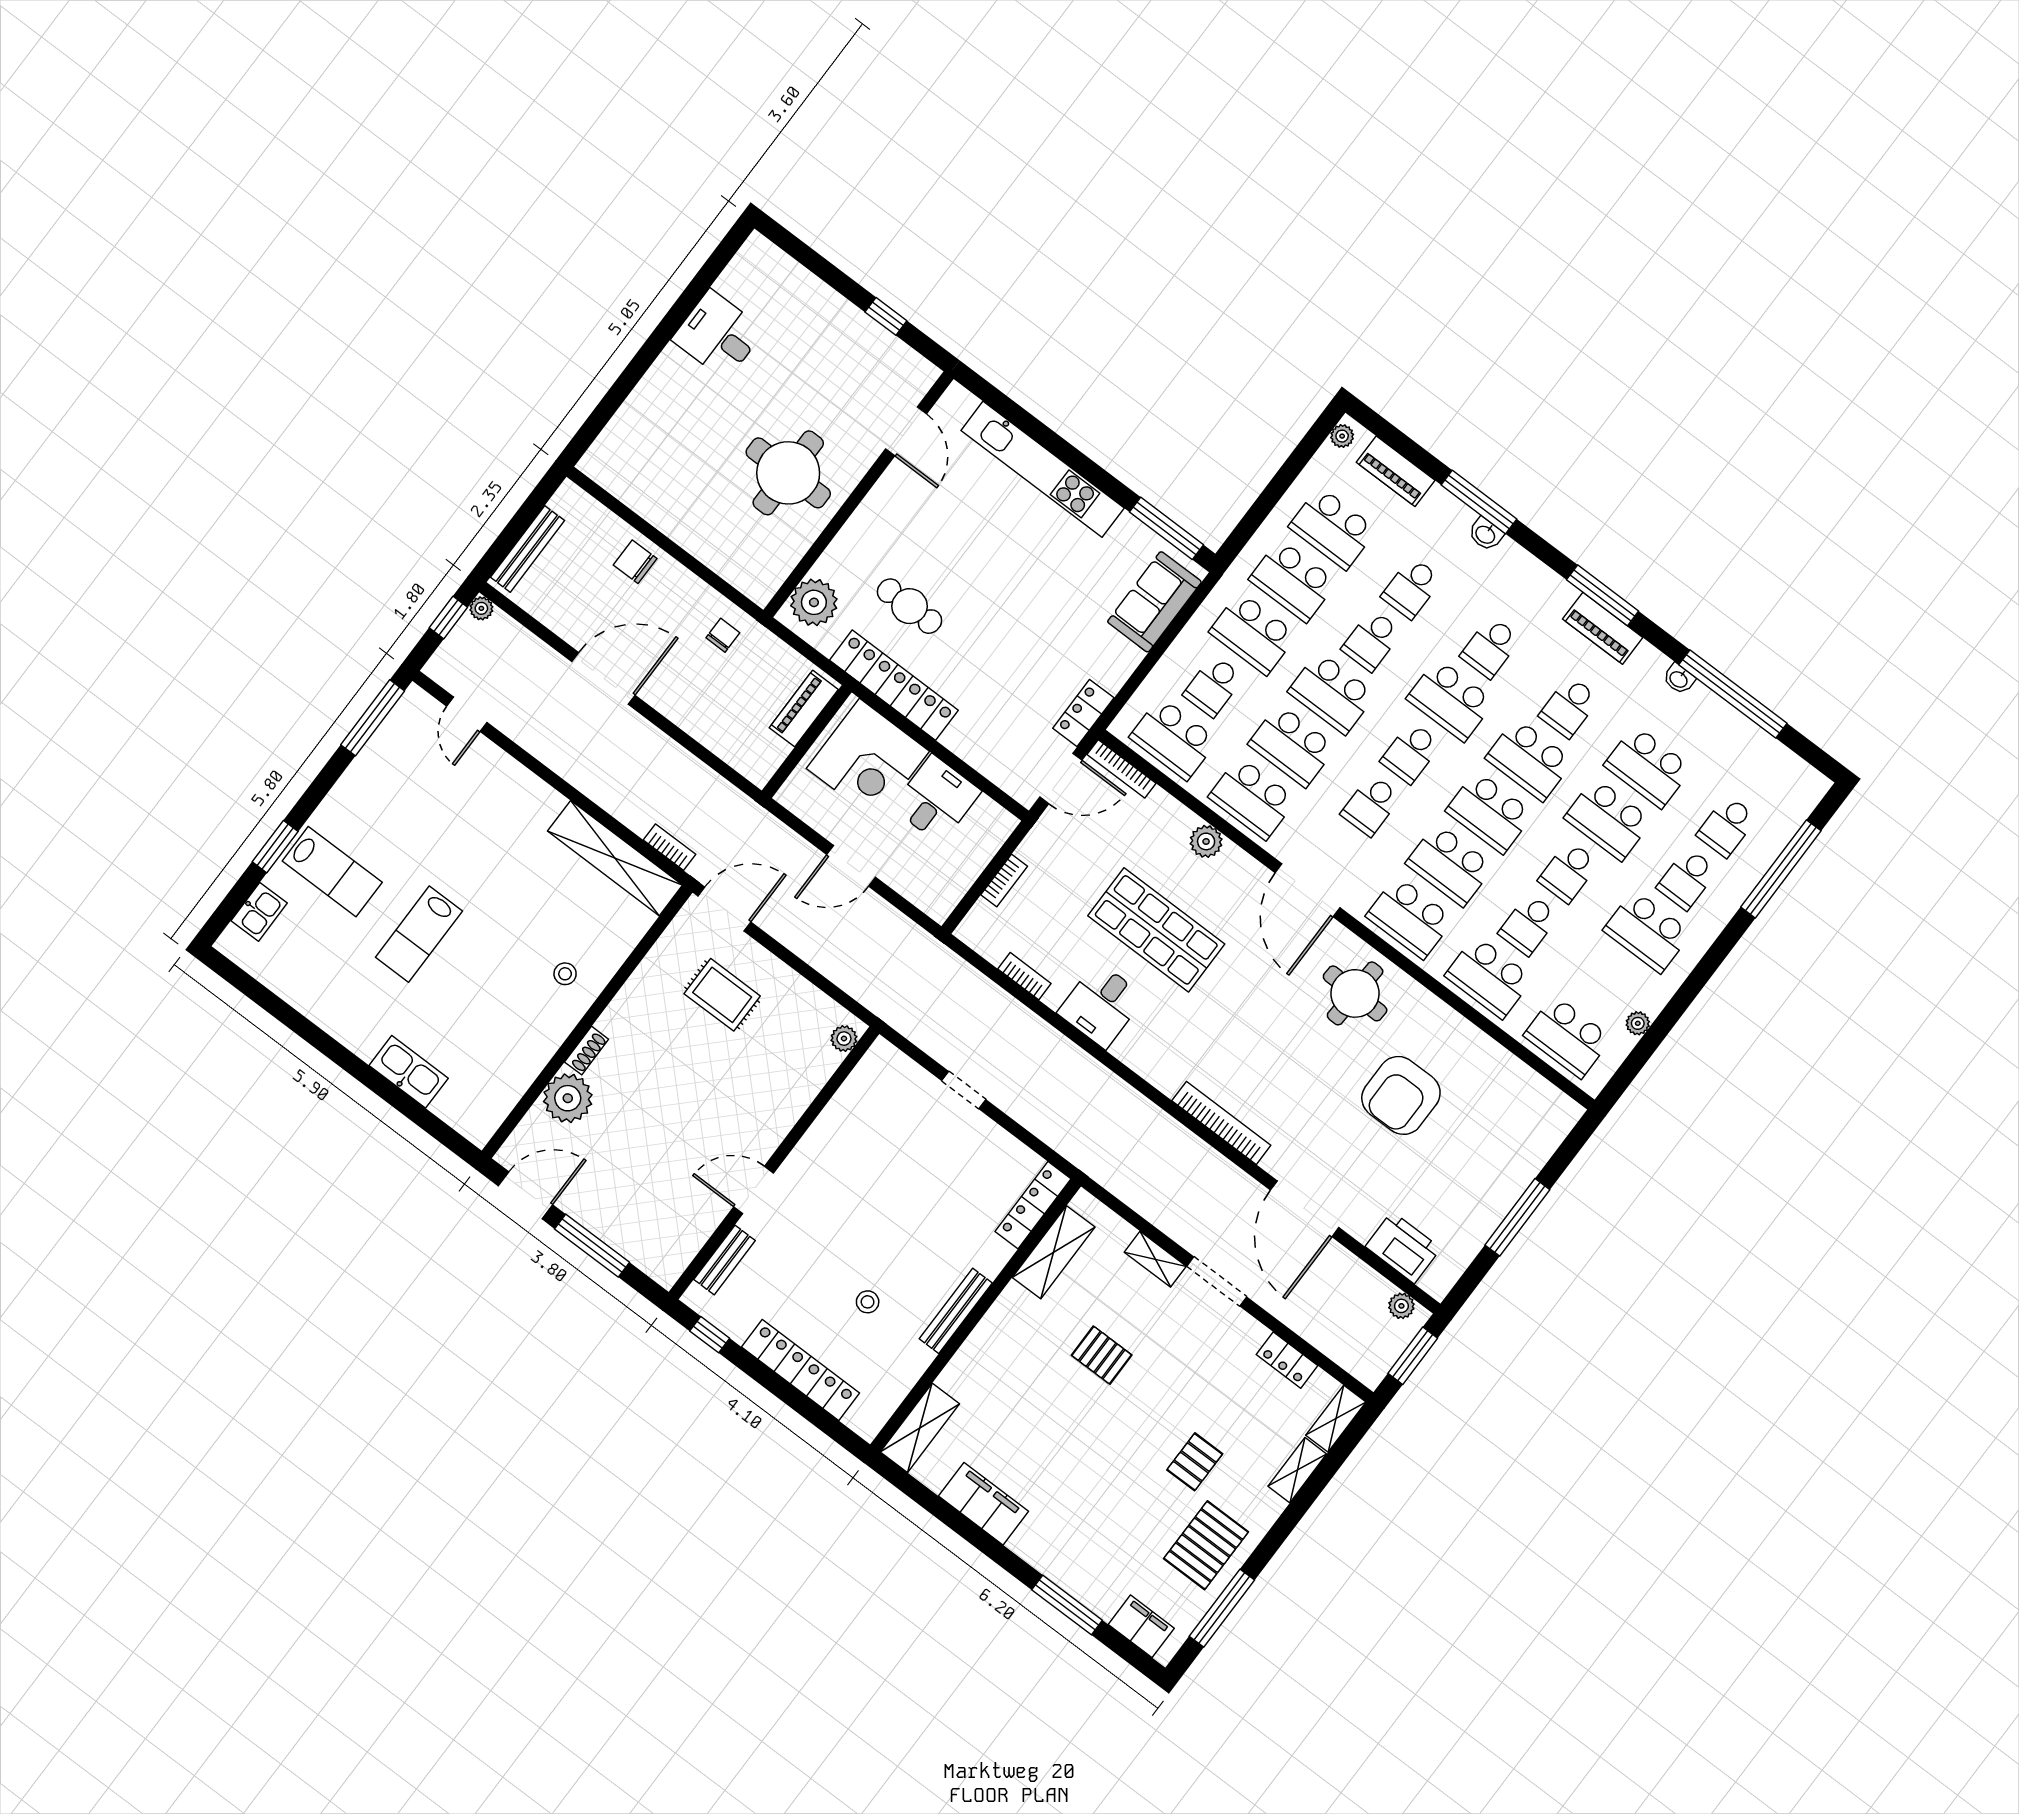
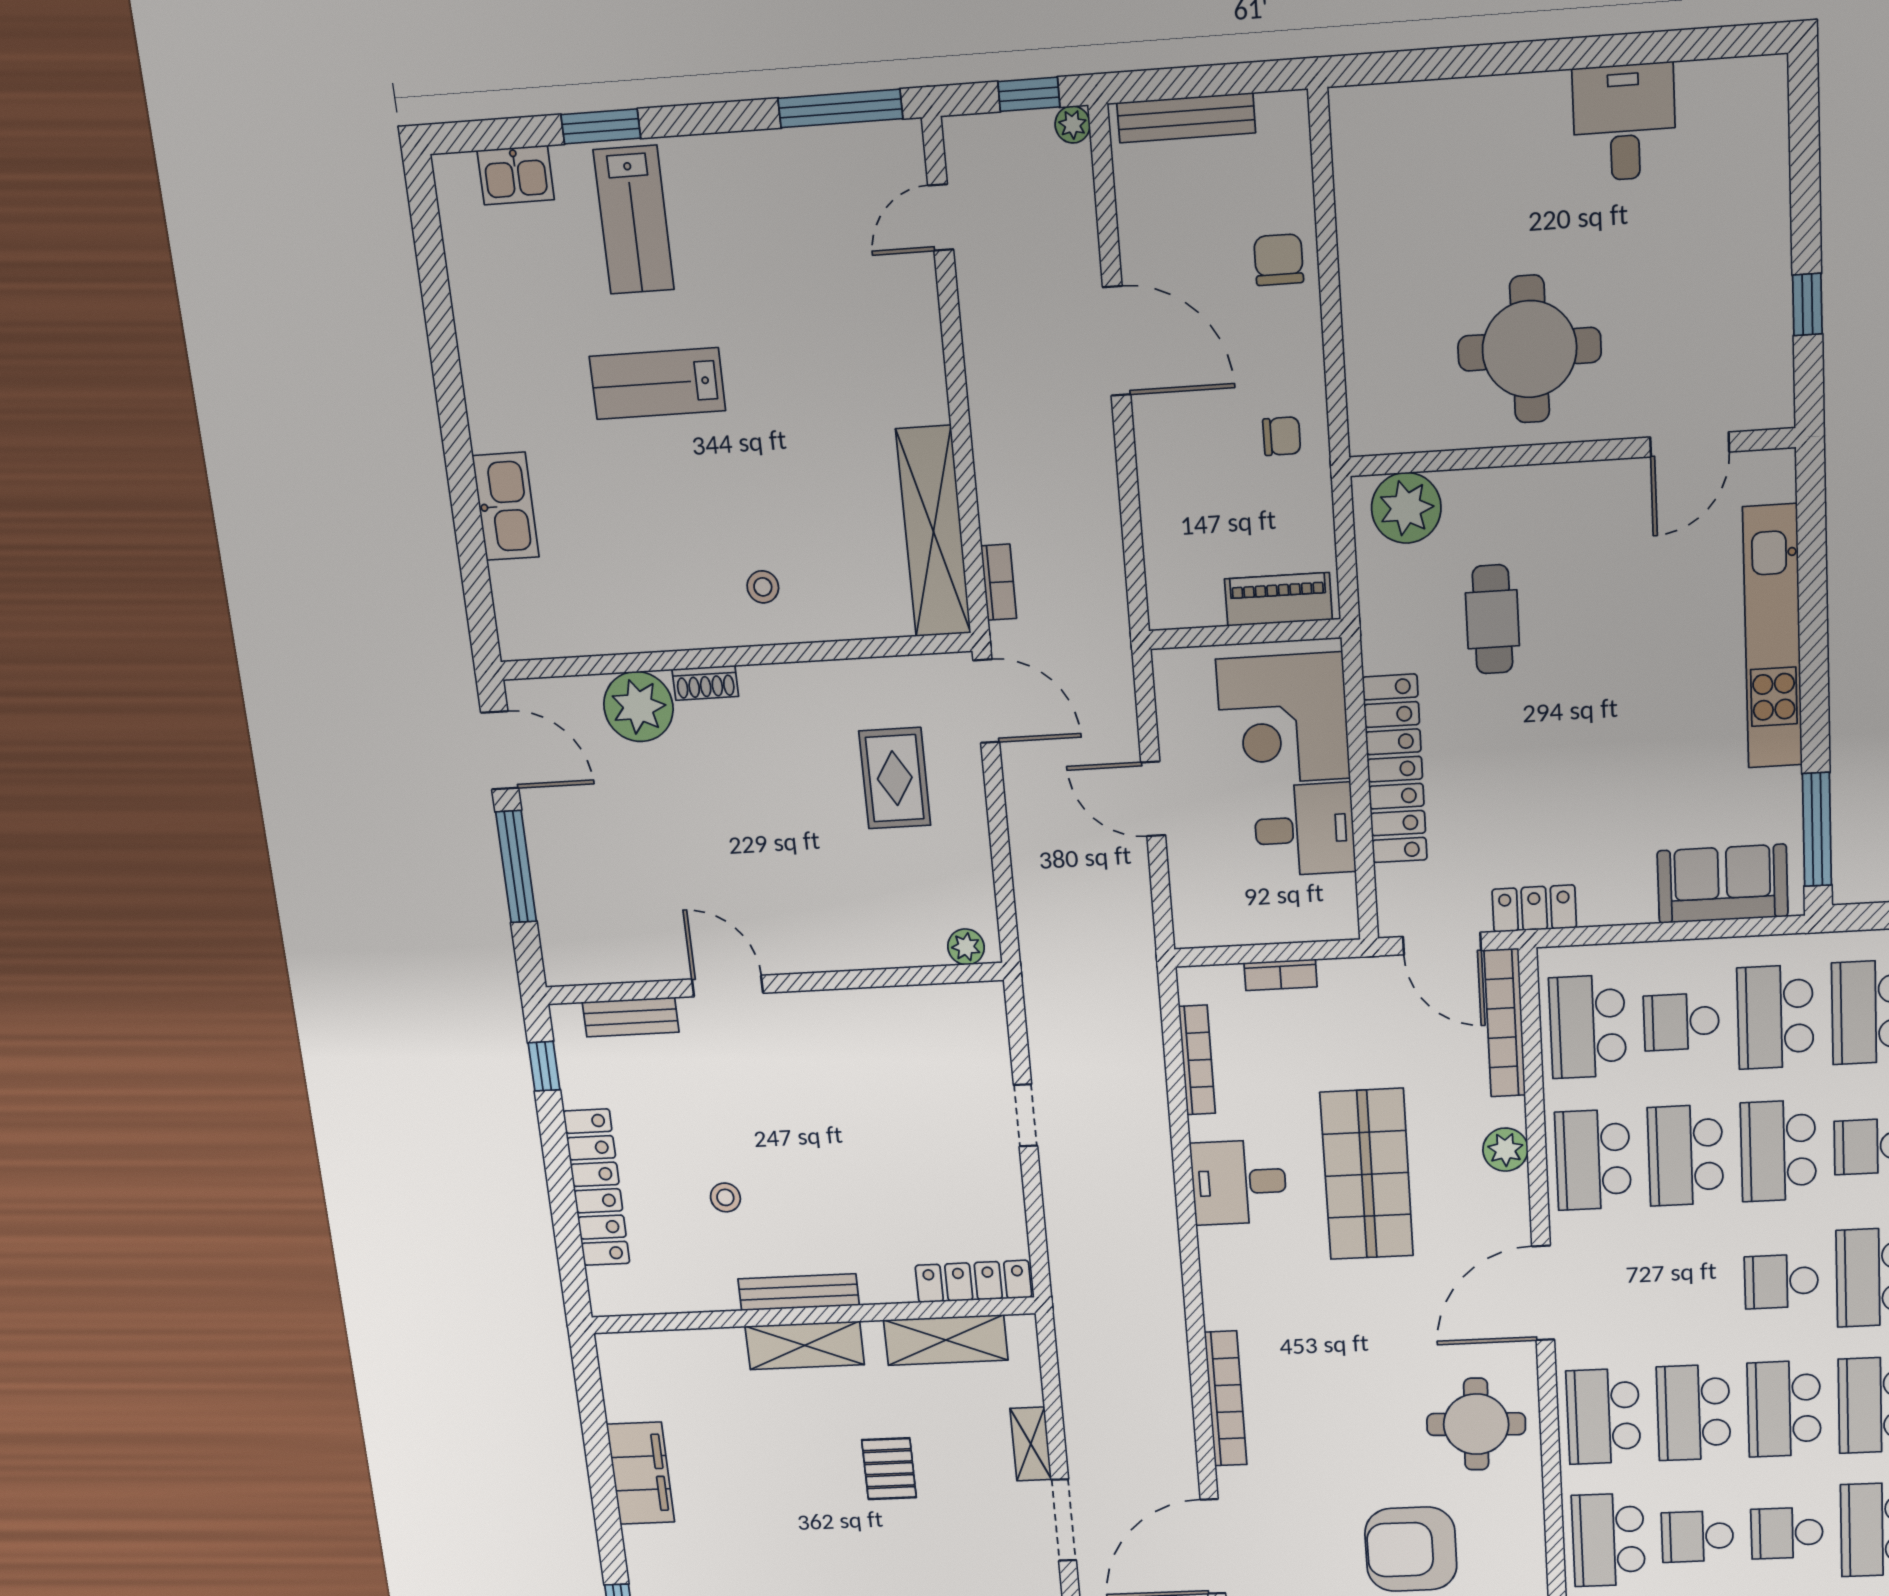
locker: (894, 685) -> (1395, 769), moved
bookcase: (1121, 769) -> (1505, 1023), width x1.48, depth x1.31
school desk: (1371, 805) -> (1690, 1286), removed
bookcase: (1024, 976) -> (1197, 1060), width x1.56
shelving: (920, 1428) -> (805, 1345), moved

